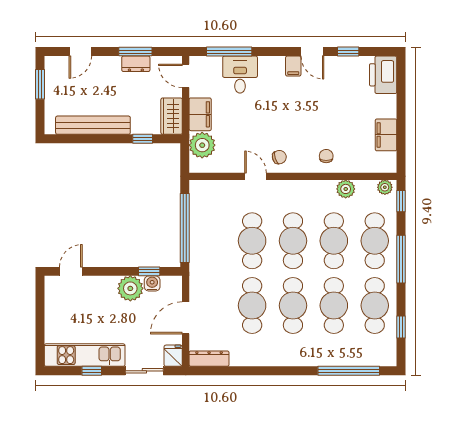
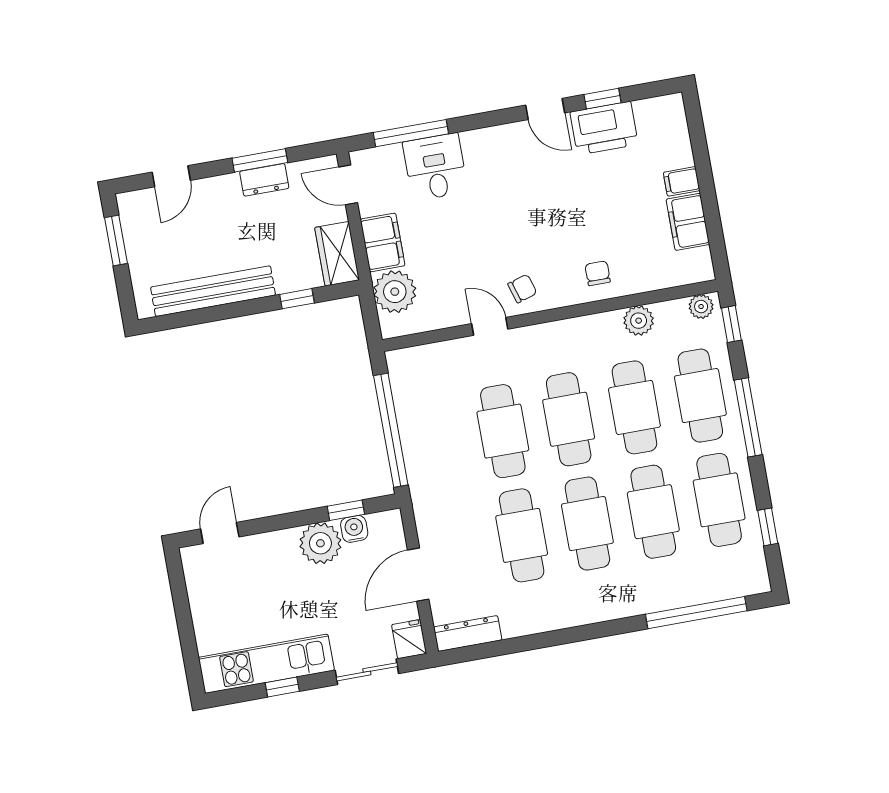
filing cabinet: (293, 66) -> (682, 181), moved, turned 90
printer: (383, 75) -> (604, 128), moved, turned -90

